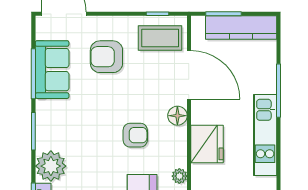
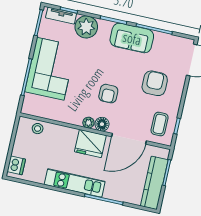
coffee table: (160, 38) -> (160, 124), width x0.73, depth x0.77
sofa: (52, 70) -> (132, 38), moved
armchair: (135, 135) -> (108, 94), moved
fridge: (207, 144) -> (90, 143), moved
plant: (179, 176) -> (88, 123), moved

